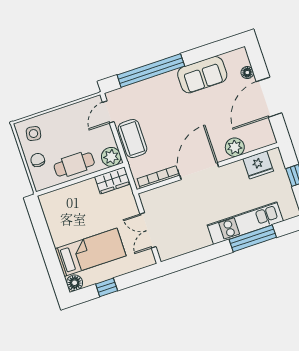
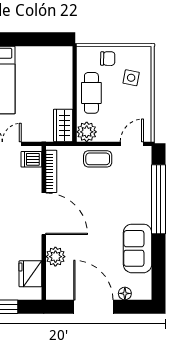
door: (108, 112) -> (132, 144), hinge flipped
side table: (33, 134) -> (131, 78), moved
coffee table: (133, 139) -> (98, 159), width x0.73, depth x0.77
dishwasher: (153, 199) -> (31, 159), added

